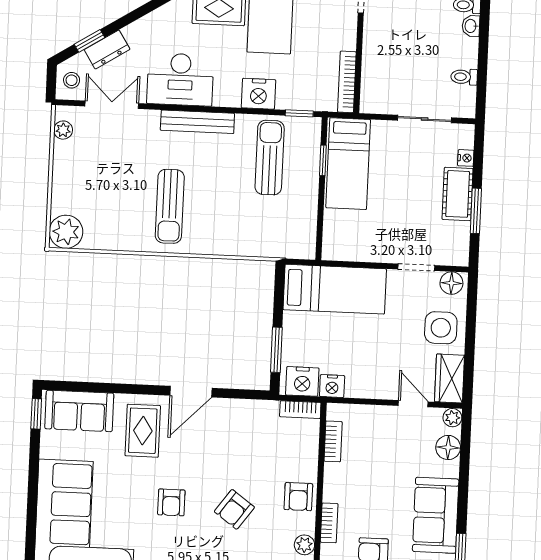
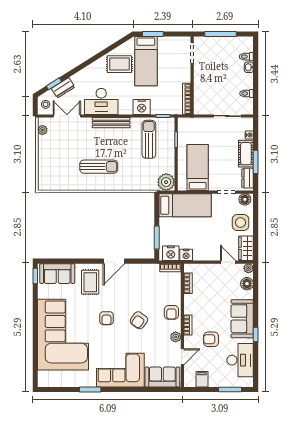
bed: (348, 164) -> (198, 167), moved, turned 180
sun lounger: (170, 206) -> (99, 167), turned -90
plant: (66, 232) -> (166, 182), moved
dresser: (459, 242) -> (248, 178), added

